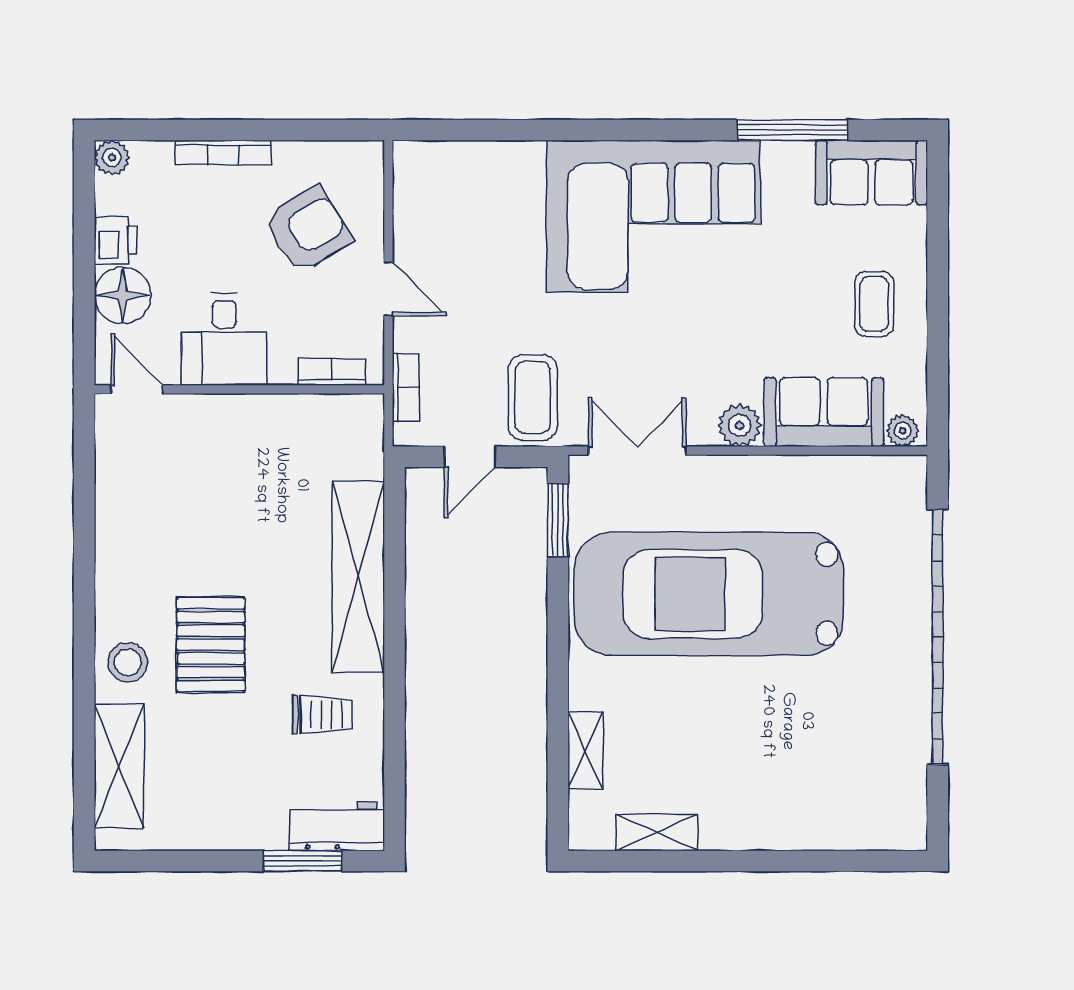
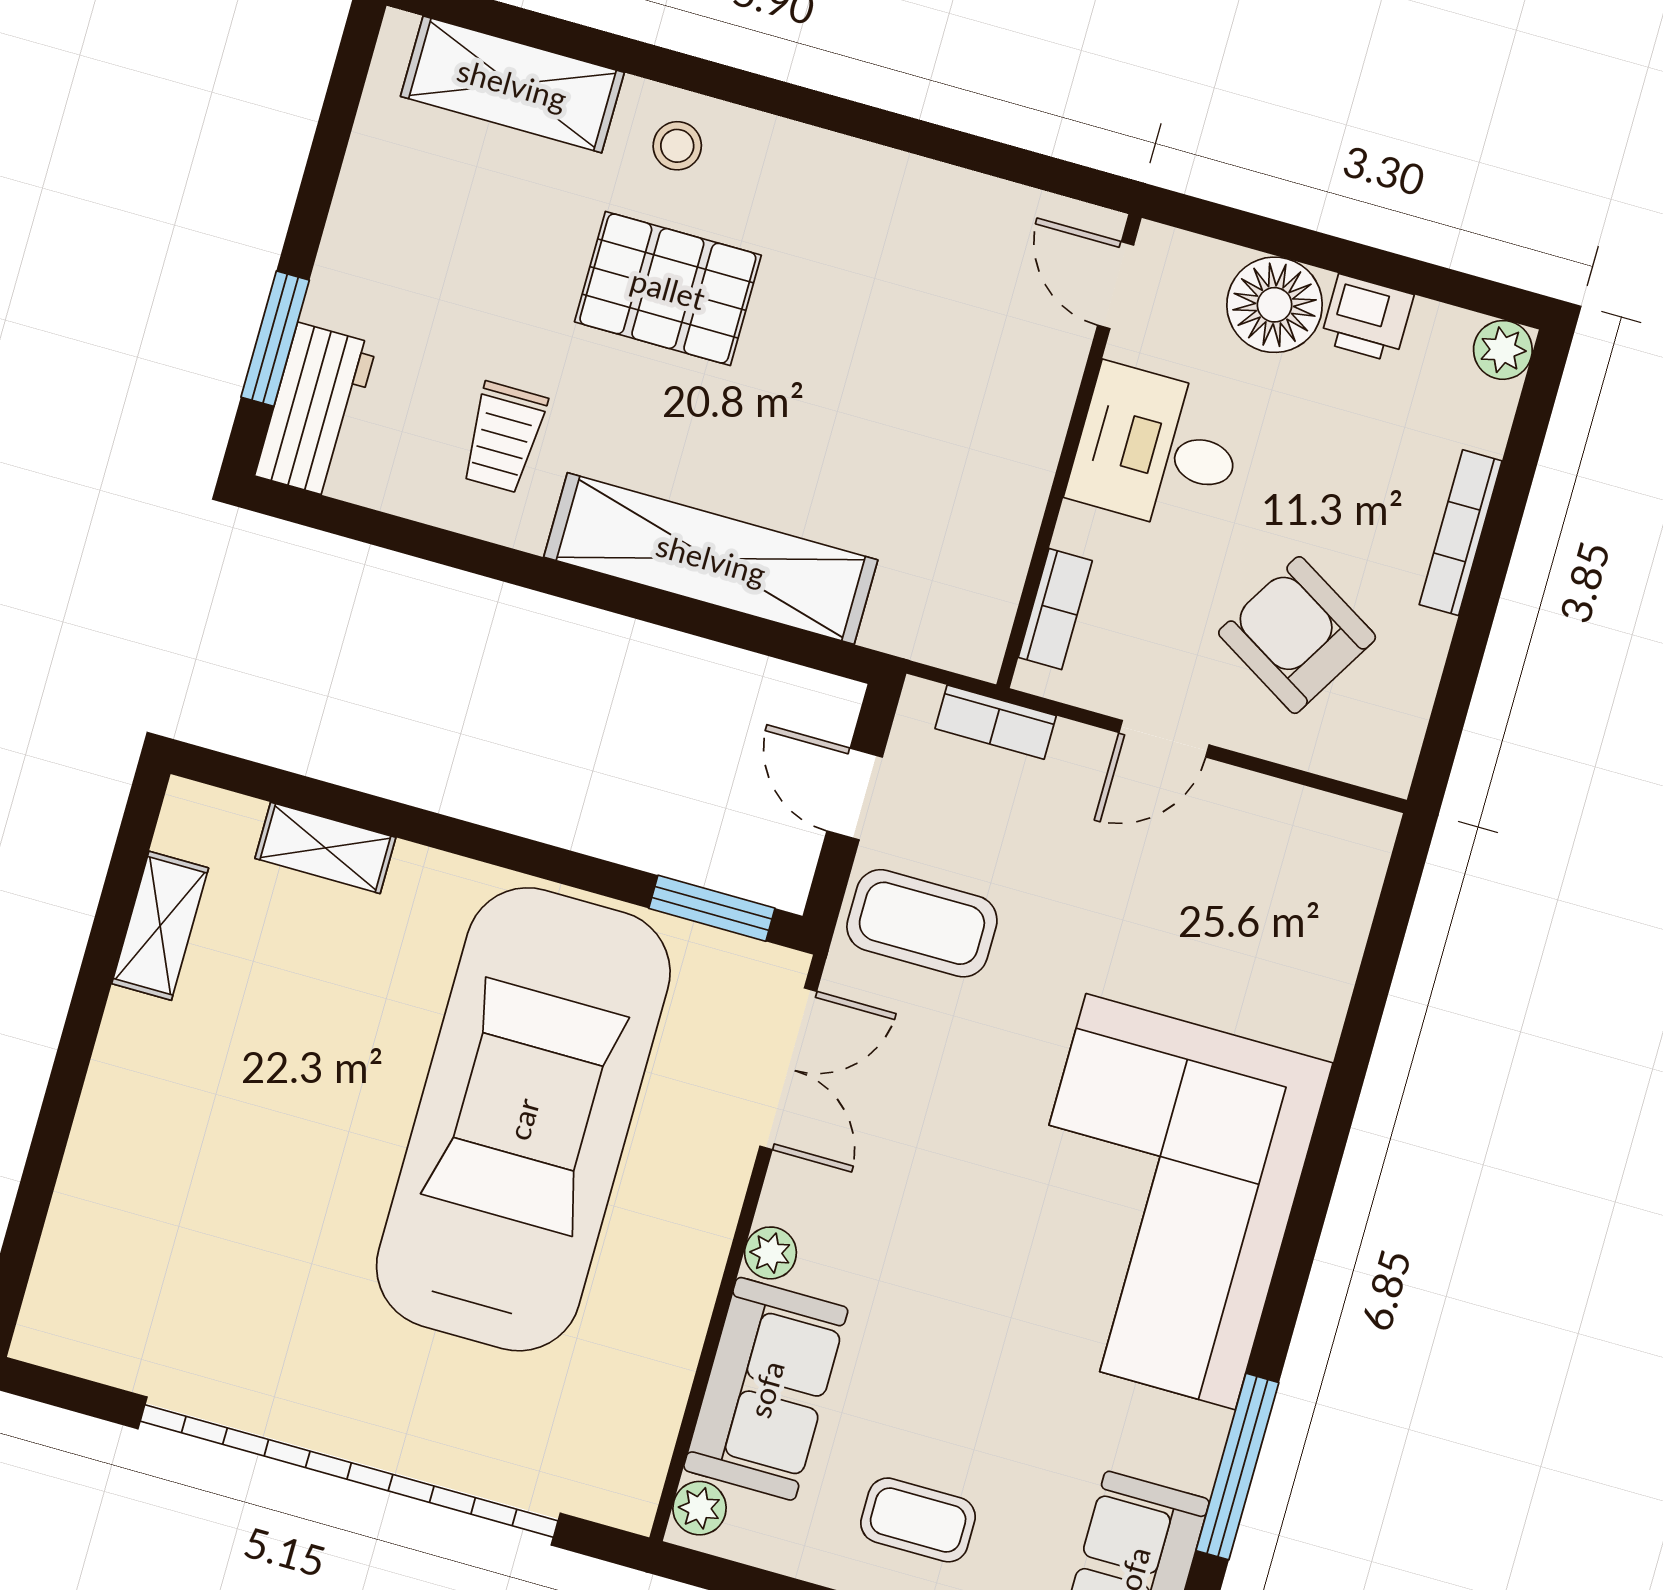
armchair: (308, 229) -> (1297, 635), turned 152
door: (137, 389) -> (1116, 285), swing flipped
plant: (740, 425) -> (770, 1253), width x0.73, depth x0.73
stool: (128, 662) -> (677, 146), width x0.73, depth x0.73

